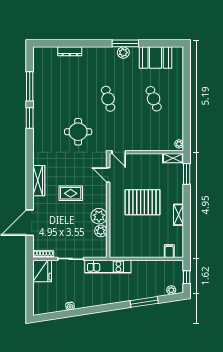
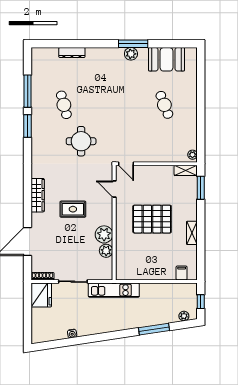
cafe table: (108, 99) -> (64, 105), moved

